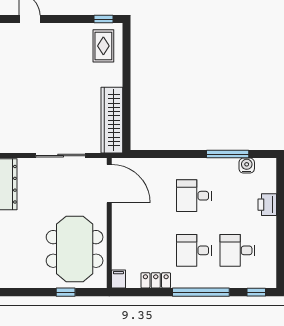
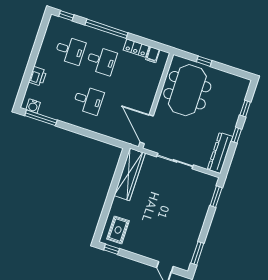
window: (228, 154) -> (41, 118), moved
water cooler: (247, 166) -> (33, 106), moved
filing cabinet: (118, 279) -> (153, 55), moved

